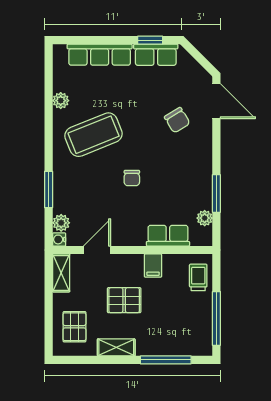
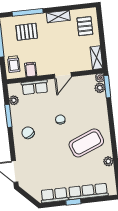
window: (150, 40) -> (73, 202), moved
chair: (177, 120) -> (28, 133), moved
window: (49, 190) -> (107, 87), moved
door: (97, 250) -> (63, 75), moved
filing cabinet: (153, 266) -> (31, 69), moved
pallet: (124, 300) -> (27, 32), moved

